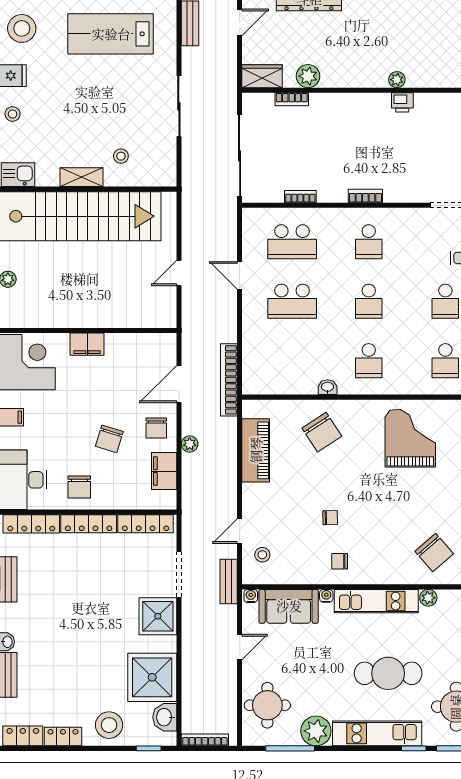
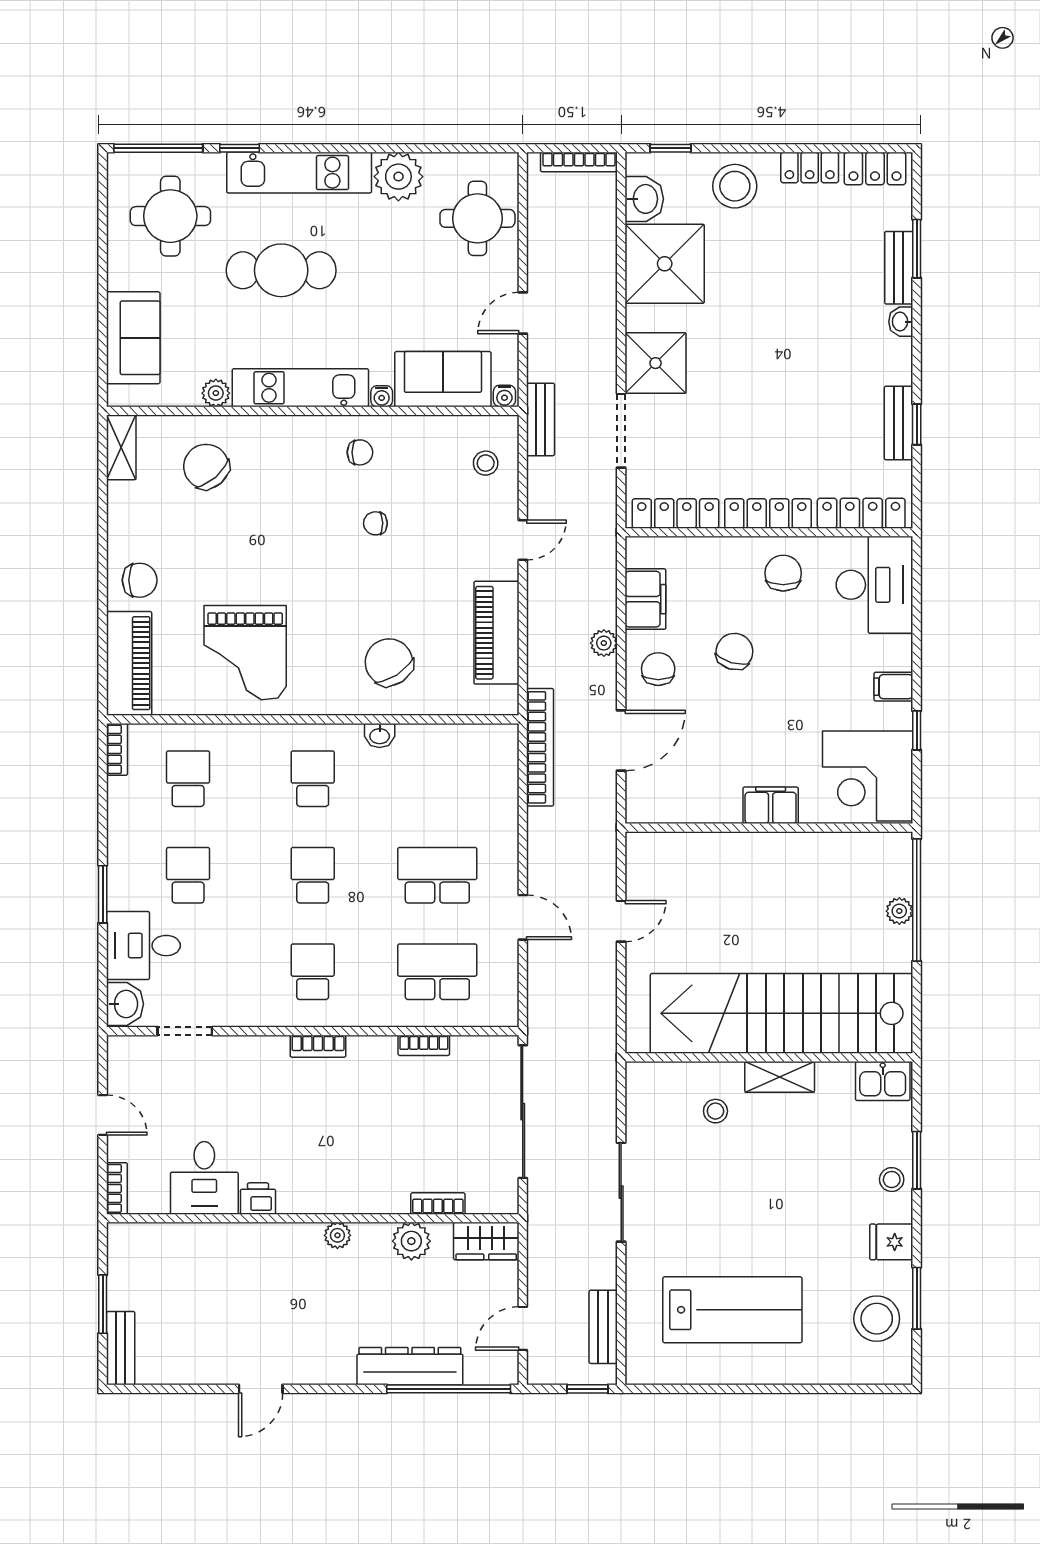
plant: (397, 80) -> (337, 1235), moved
desk: (435, 115) -> (204, 1178), added
door: (240, 531) -> (523, 540), moved
window: (290, 748) -> (440, 148), removed

